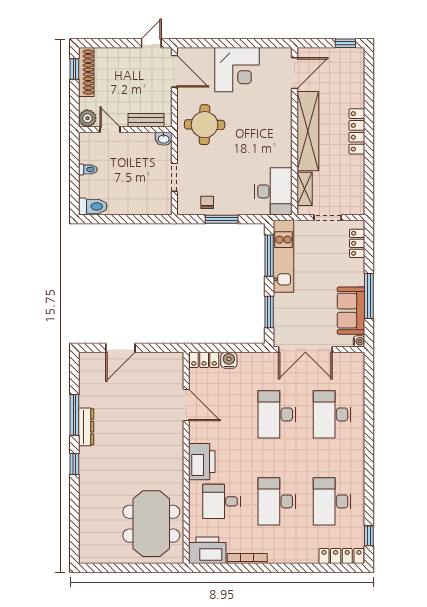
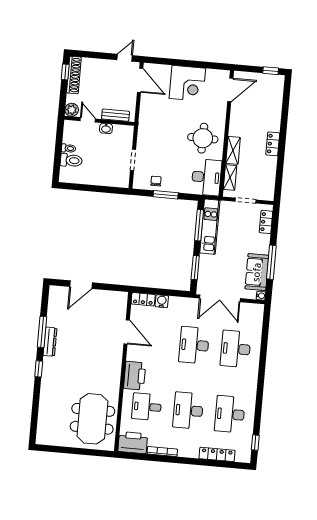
round table: (205, 125) -> (203, 138), moved
shelving: (308, 131) -> (233, 150), width x0.45, depth x0.75
locker: (357, 131) -> (273, 144), width x0.66
washbasin: (164, 139) -> (106, 128), moved
toilet: (93, 206) -> (71, 160), moved
locker: (341, 556) -> (217, 454), moved

